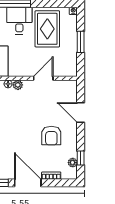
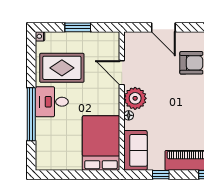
plant: (18, 85) -> (135, 98), width x1.87, depth x1.87
door: (81, 112) -> (163, 27), hinge flipped

